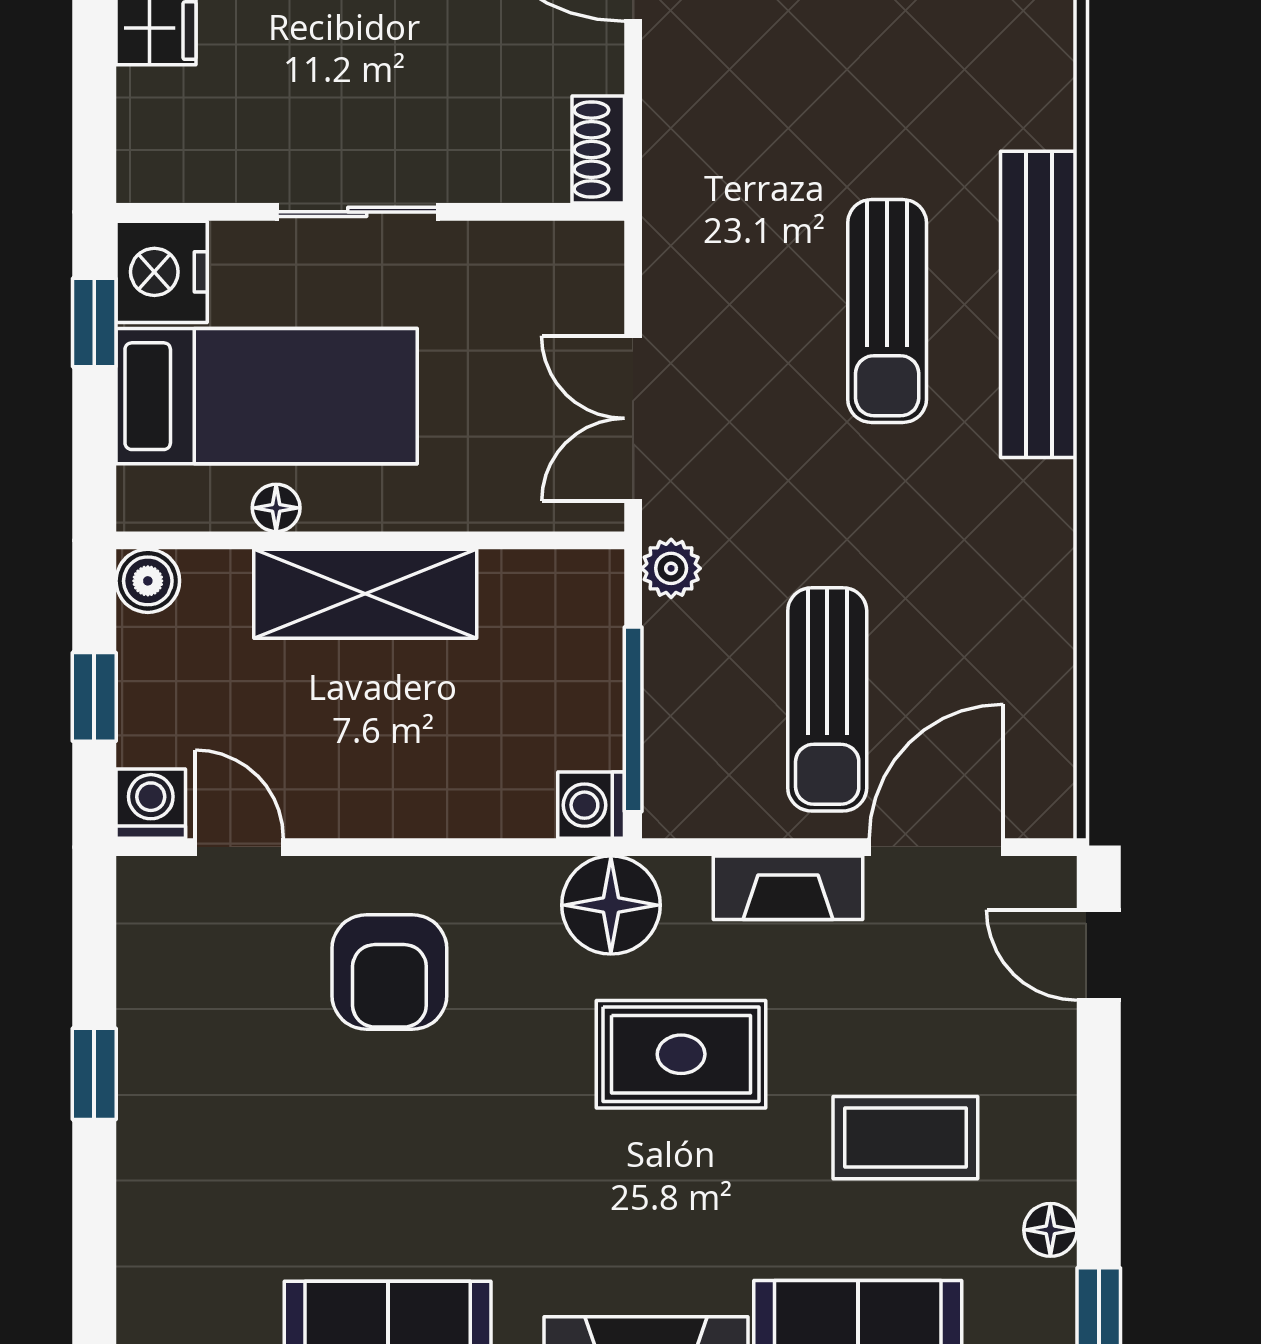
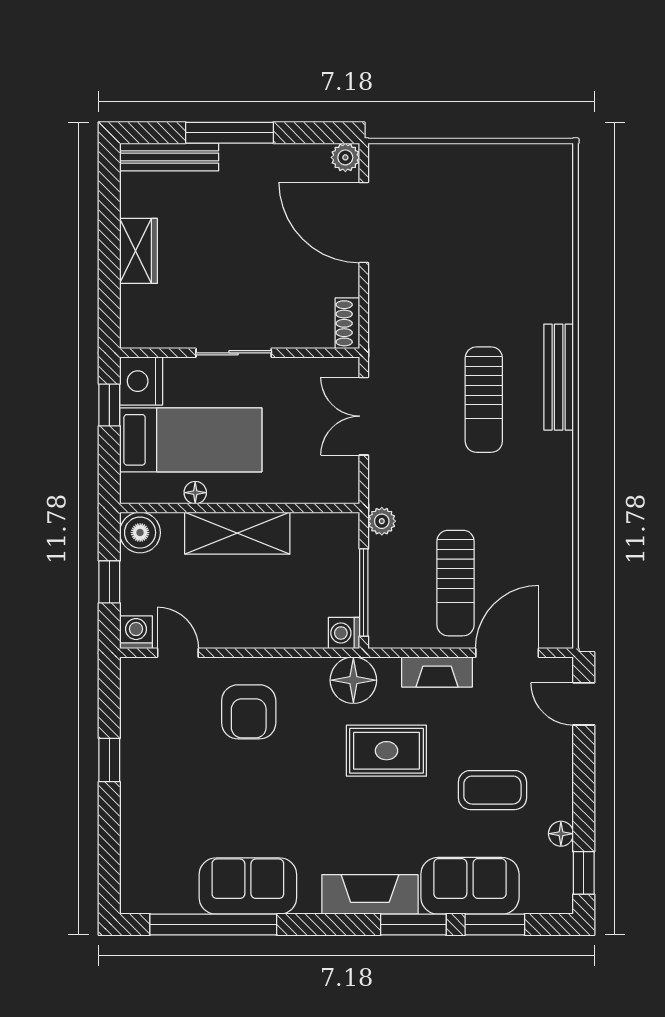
bench: (1039, 304) -> (559, 377), width x0.73, depth x0.82
double door: (633, 418) -> (364, 416), moved
boiler: (148, 581) -> (140, 533), width x1.36, depth x1.36

